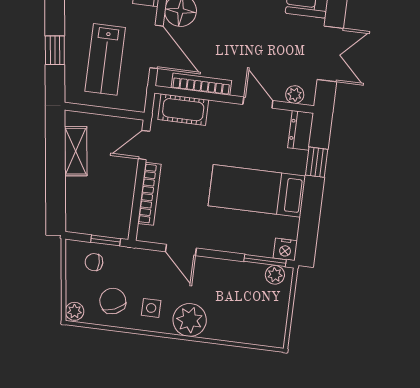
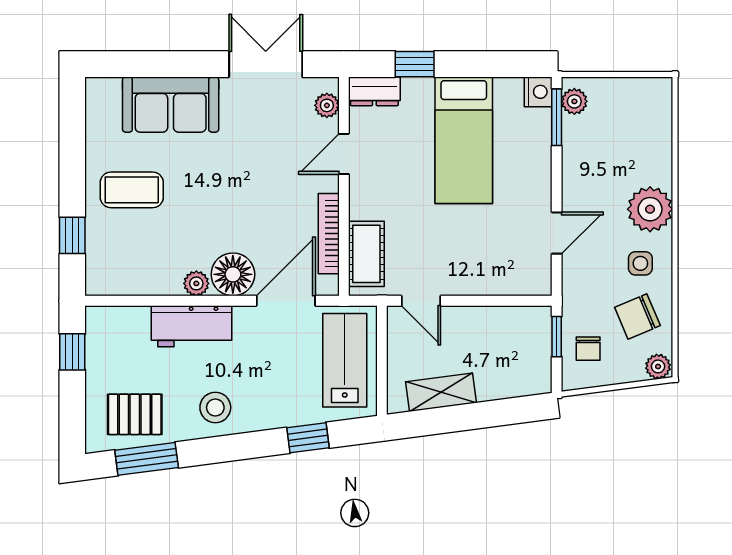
lab bench: (105, 59) -> (345, 360), moved, turned -90
bookcase: (149, 194) -> (486, 285), removed

